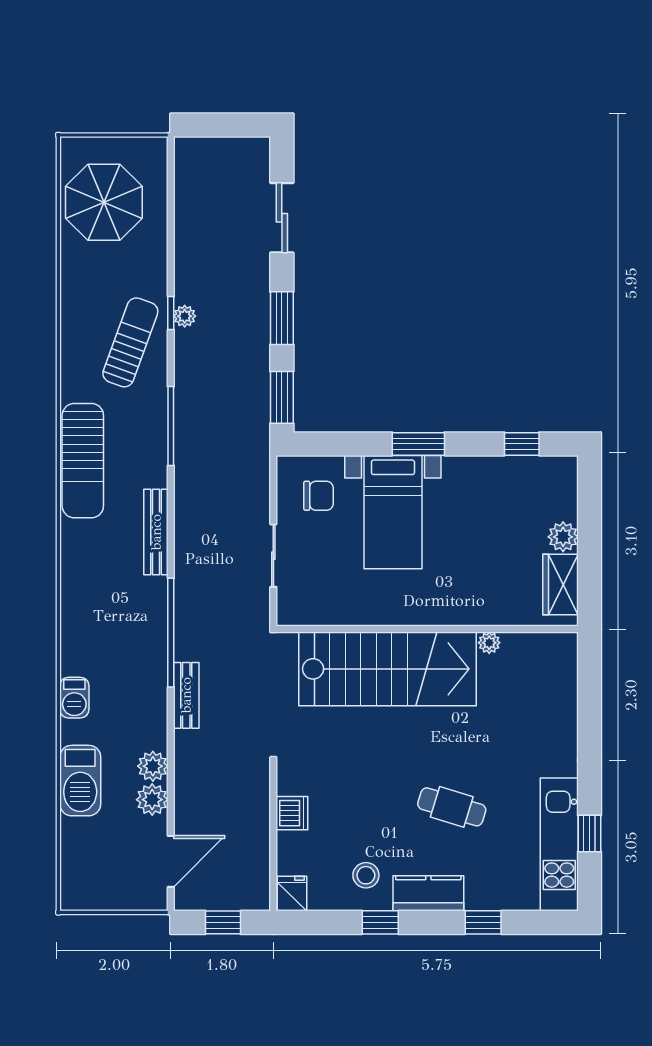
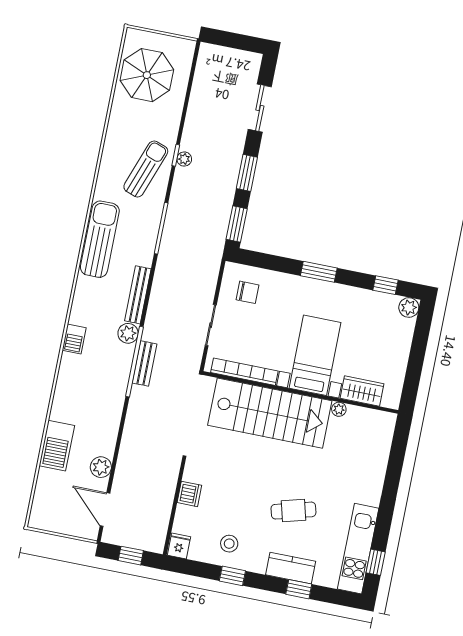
sun lounger: (83, 461) -> (100, 239), turned 180
bed with nightstands: (393, 512) -> (315, 355), moved, turned 180
plant: (563, 537) -> (409, 308), moved
wardrobe: (560, 584) -> (362, 391), moved, turned 90
bookcase: (337, 615) -> (244, 372), added
bench: (186, 695) -> (144, 363), moved
barbecue: (74, 698) -> (74, 339), moved
plant: (153, 766) -> (128, 333), moved
cafe table: (452, 807) -> (293, 511), turned -32
window: (589, 834) -> (376, 562), moved
door: (171, 861) -> (105, 509), swing flipped
kitchen counter: (428, 893) -> (291, 568), moved

